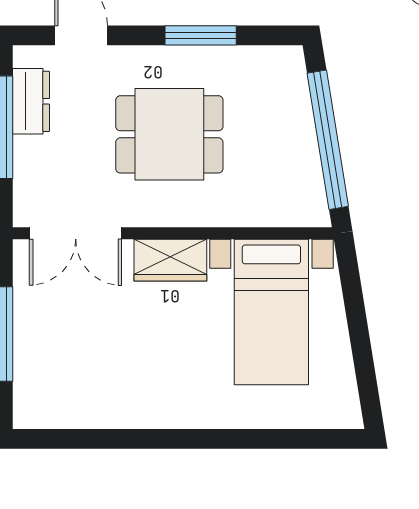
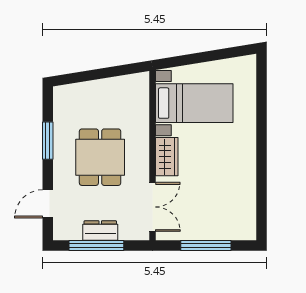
dresser: (31, 101) -> (100, 230), moved
window: (328, 140) -> (103, 73), removed

